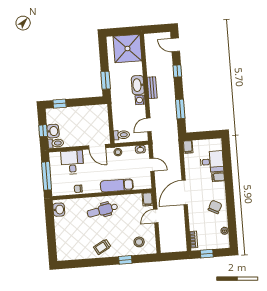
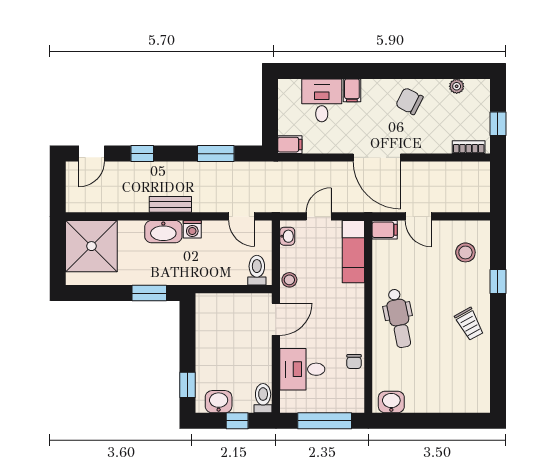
washbasin: (53, 131) -> (219, 402), moved
exam couch: (117, 185) -> (353, 252), moved

